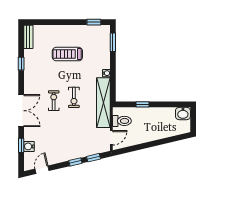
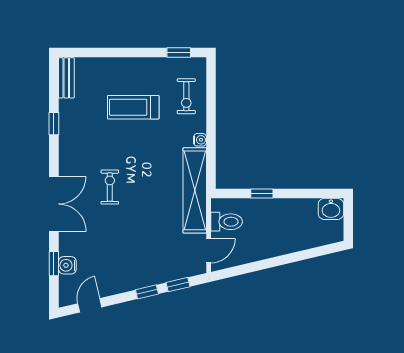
window: (113, 42) -> (211, 87), removed
exercise bike: (74, 97) -> (186, 96), moved

